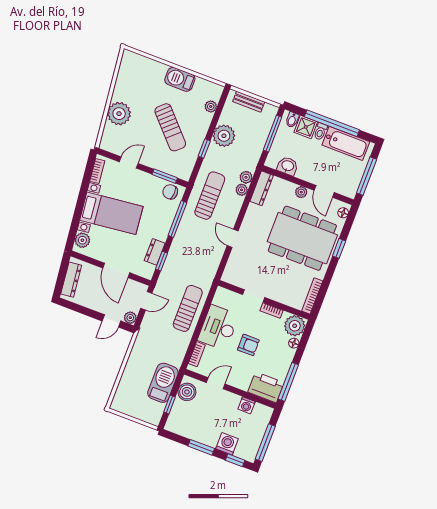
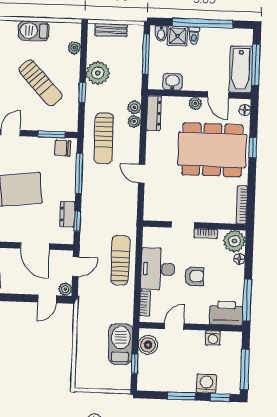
bathtub: (346, 143) -> (241, 69), moved, turned 90
sun lounger: (210, 196) -> (104, 138), turned 180

